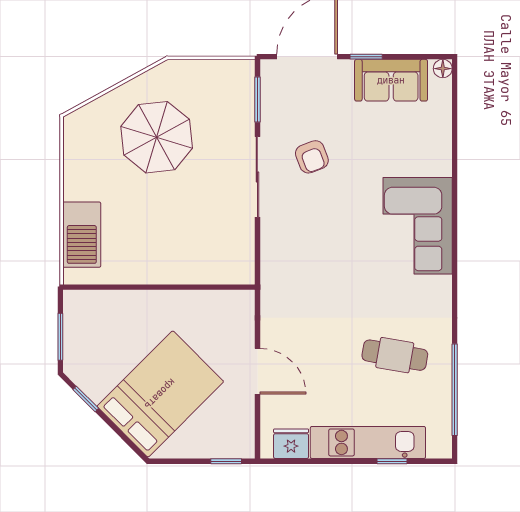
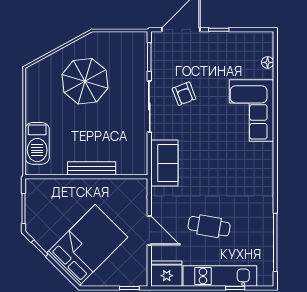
floor lamp: (443, 69) -> (268, 62), moved
sofa: (391, 80) -> (164, 163), moved, turned -90
corner sofa: (418, 226) -> (252, 110), moved
bench: (167, 274) -> (92, 168), added
cafe table: (395, 355) -> (209, 226), moved
fridge: (291, 444) -> (167, 274), width x1.36, depth x1.34

